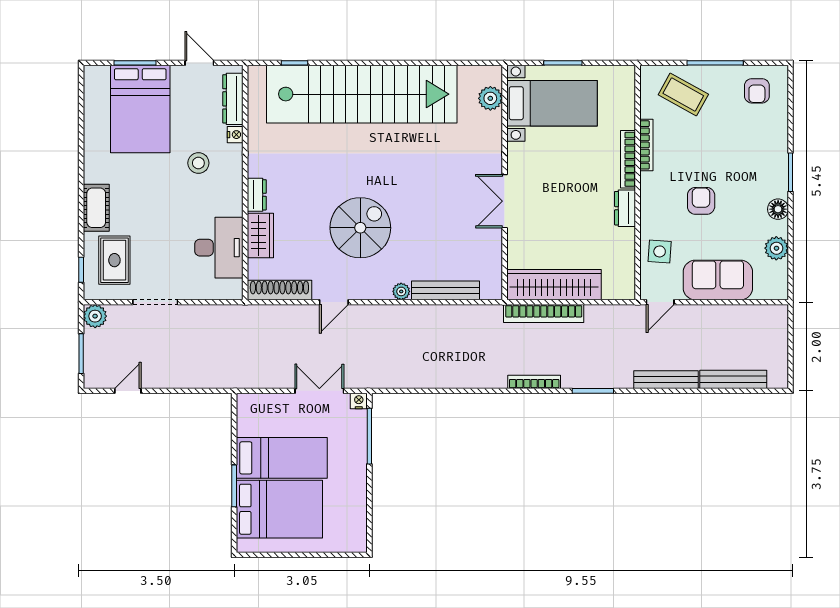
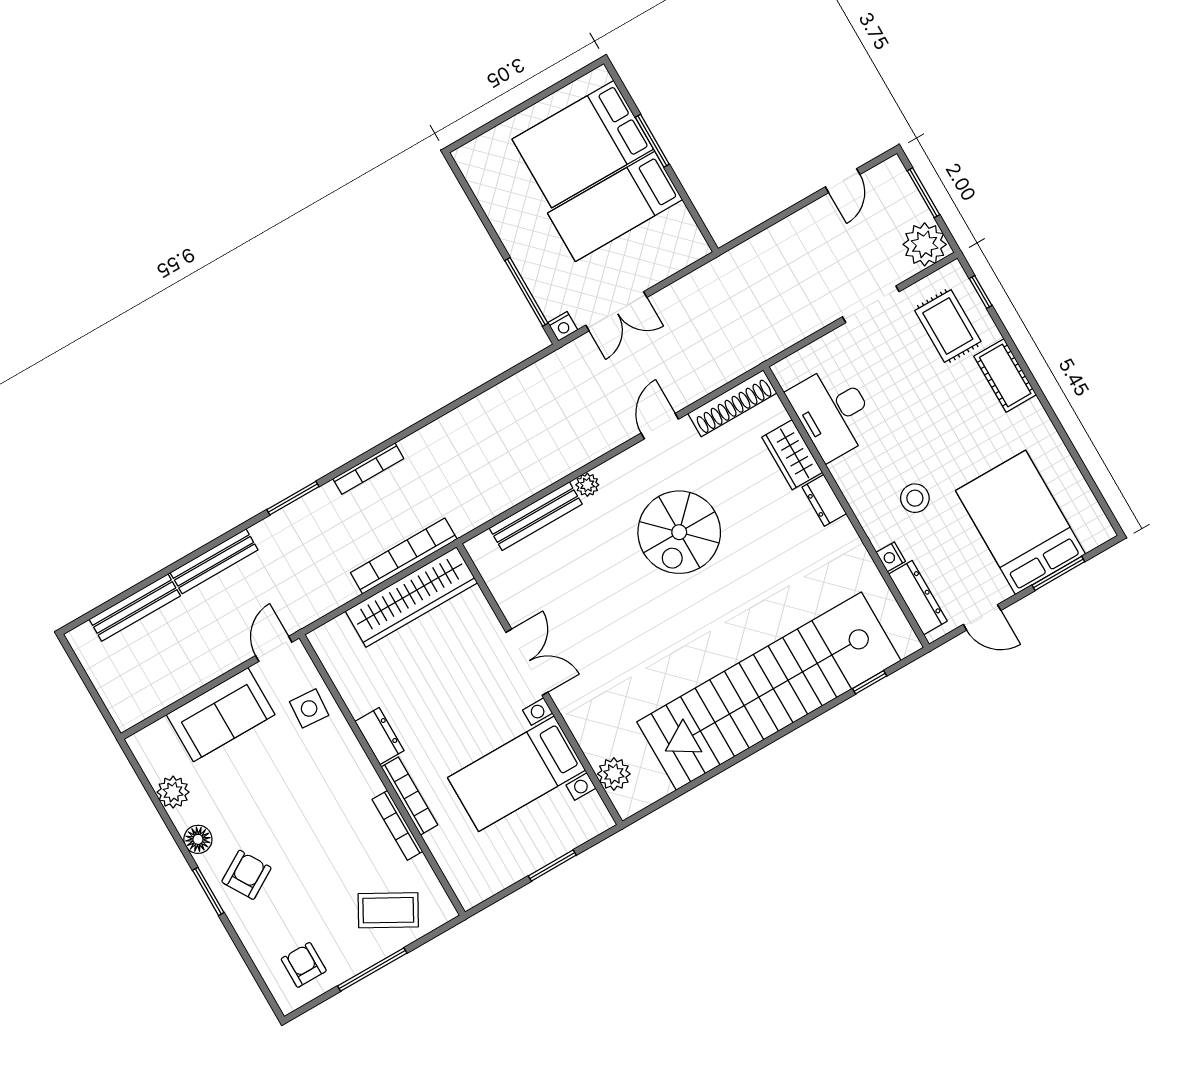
bed with nightstands: (552, 103) -> (516, 774), moved
armchair: (701, 201) -> (246, 875), moved, turned -121
plant: (95, 316) -> (925, 244), width x1.36, depth x1.36

